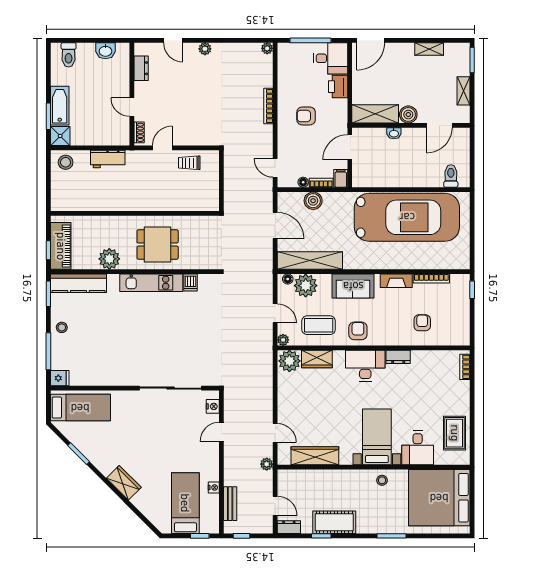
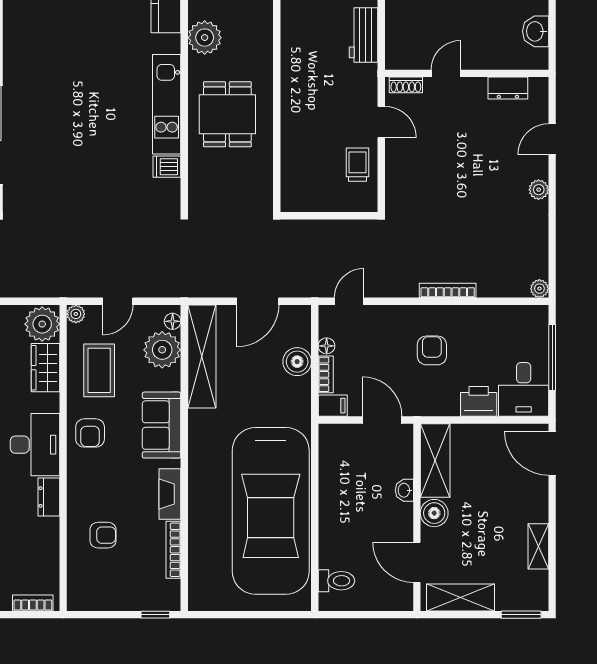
shelving: (464, 91) -> (461, 598), width x1.50, depth x1.33
armchair: (358, 331) -> (90, 433), turned 90

